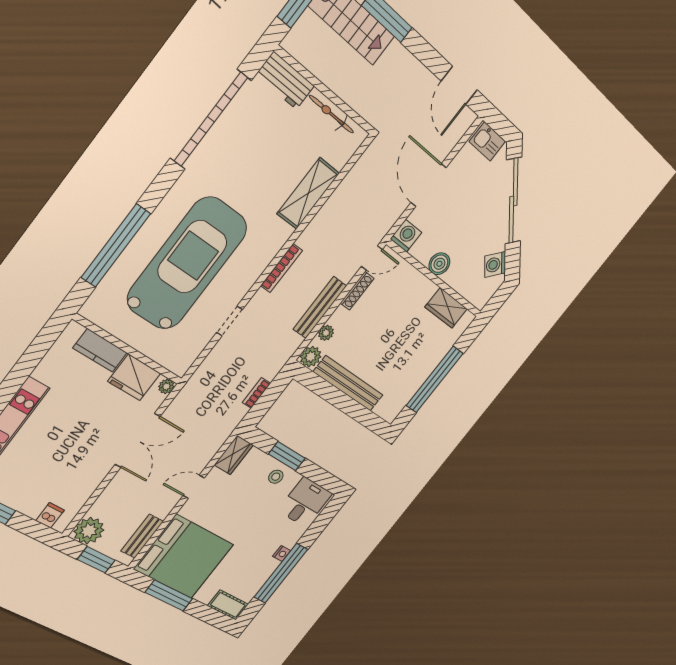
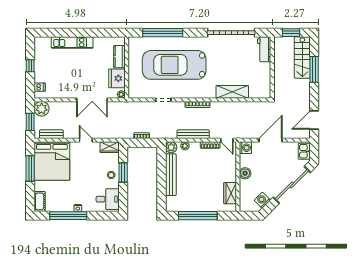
bicycle: (331, 114) -> (266, 77), removed
car: (187, 264) -> (174, 65), turned 180

